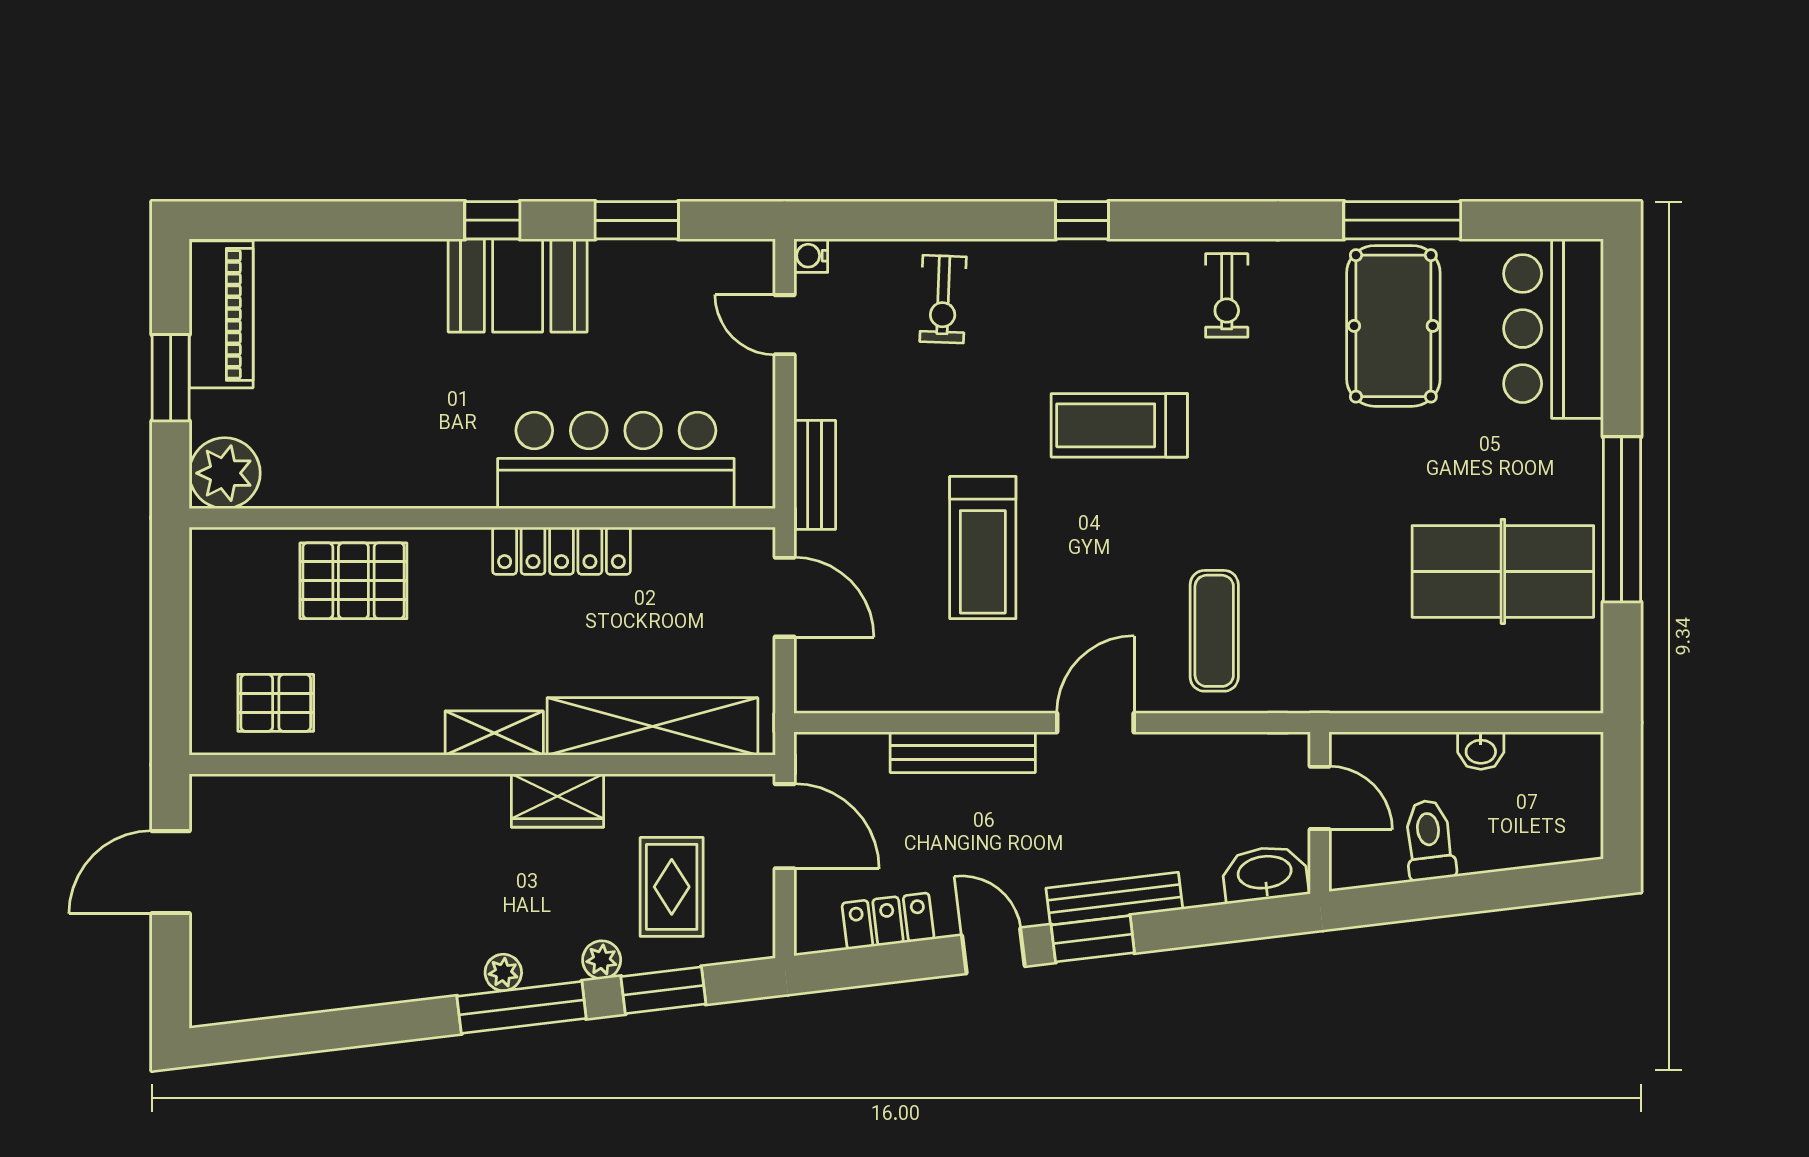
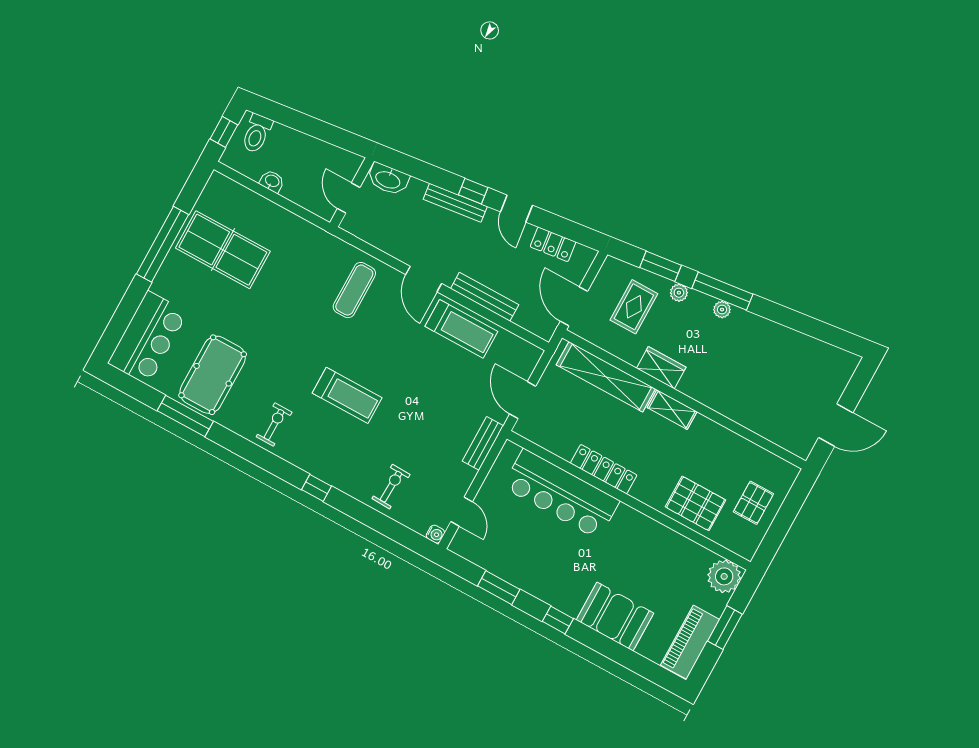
booth: (518, 285) -> (615, 617), moved
treadmill: (983, 548) -> (461, 329), moved, turned 90
pallet: (276, 703) -> (753, 503), moved, turned 90
door: (1095, 723) -> (424, 279), hinge flipped
window: (1622, 794) -> (224, 132), added
toilet: (1429, 840) -> (257, 134), moved
window: (1093, 939) -> (473, 191), width x0.67

